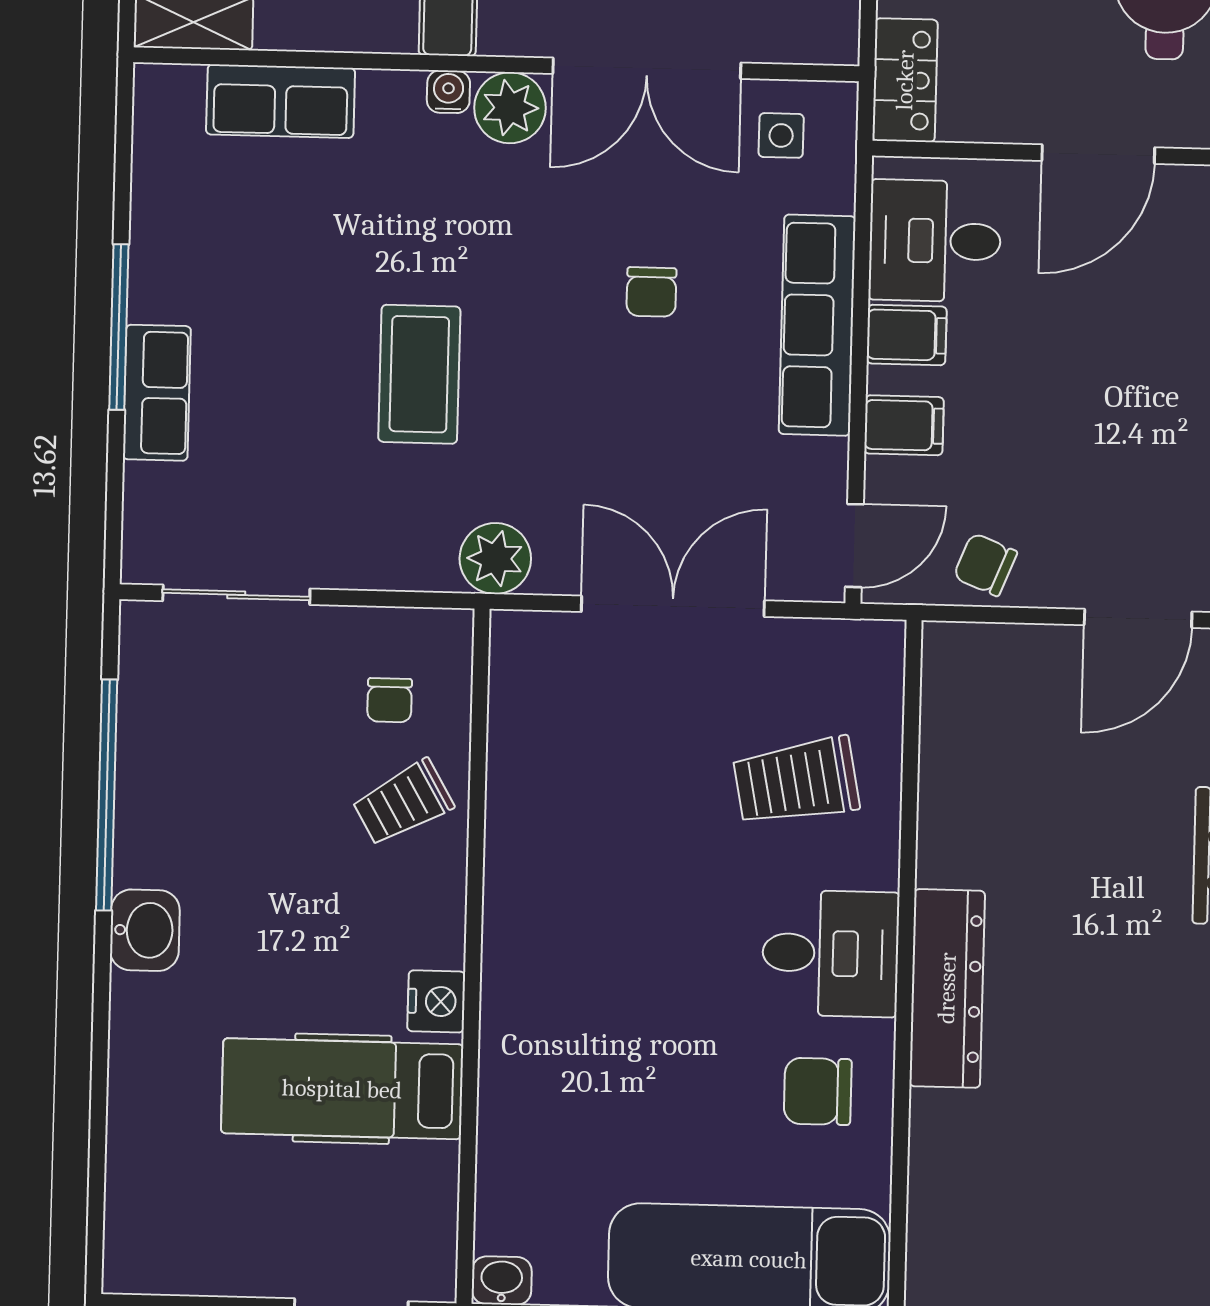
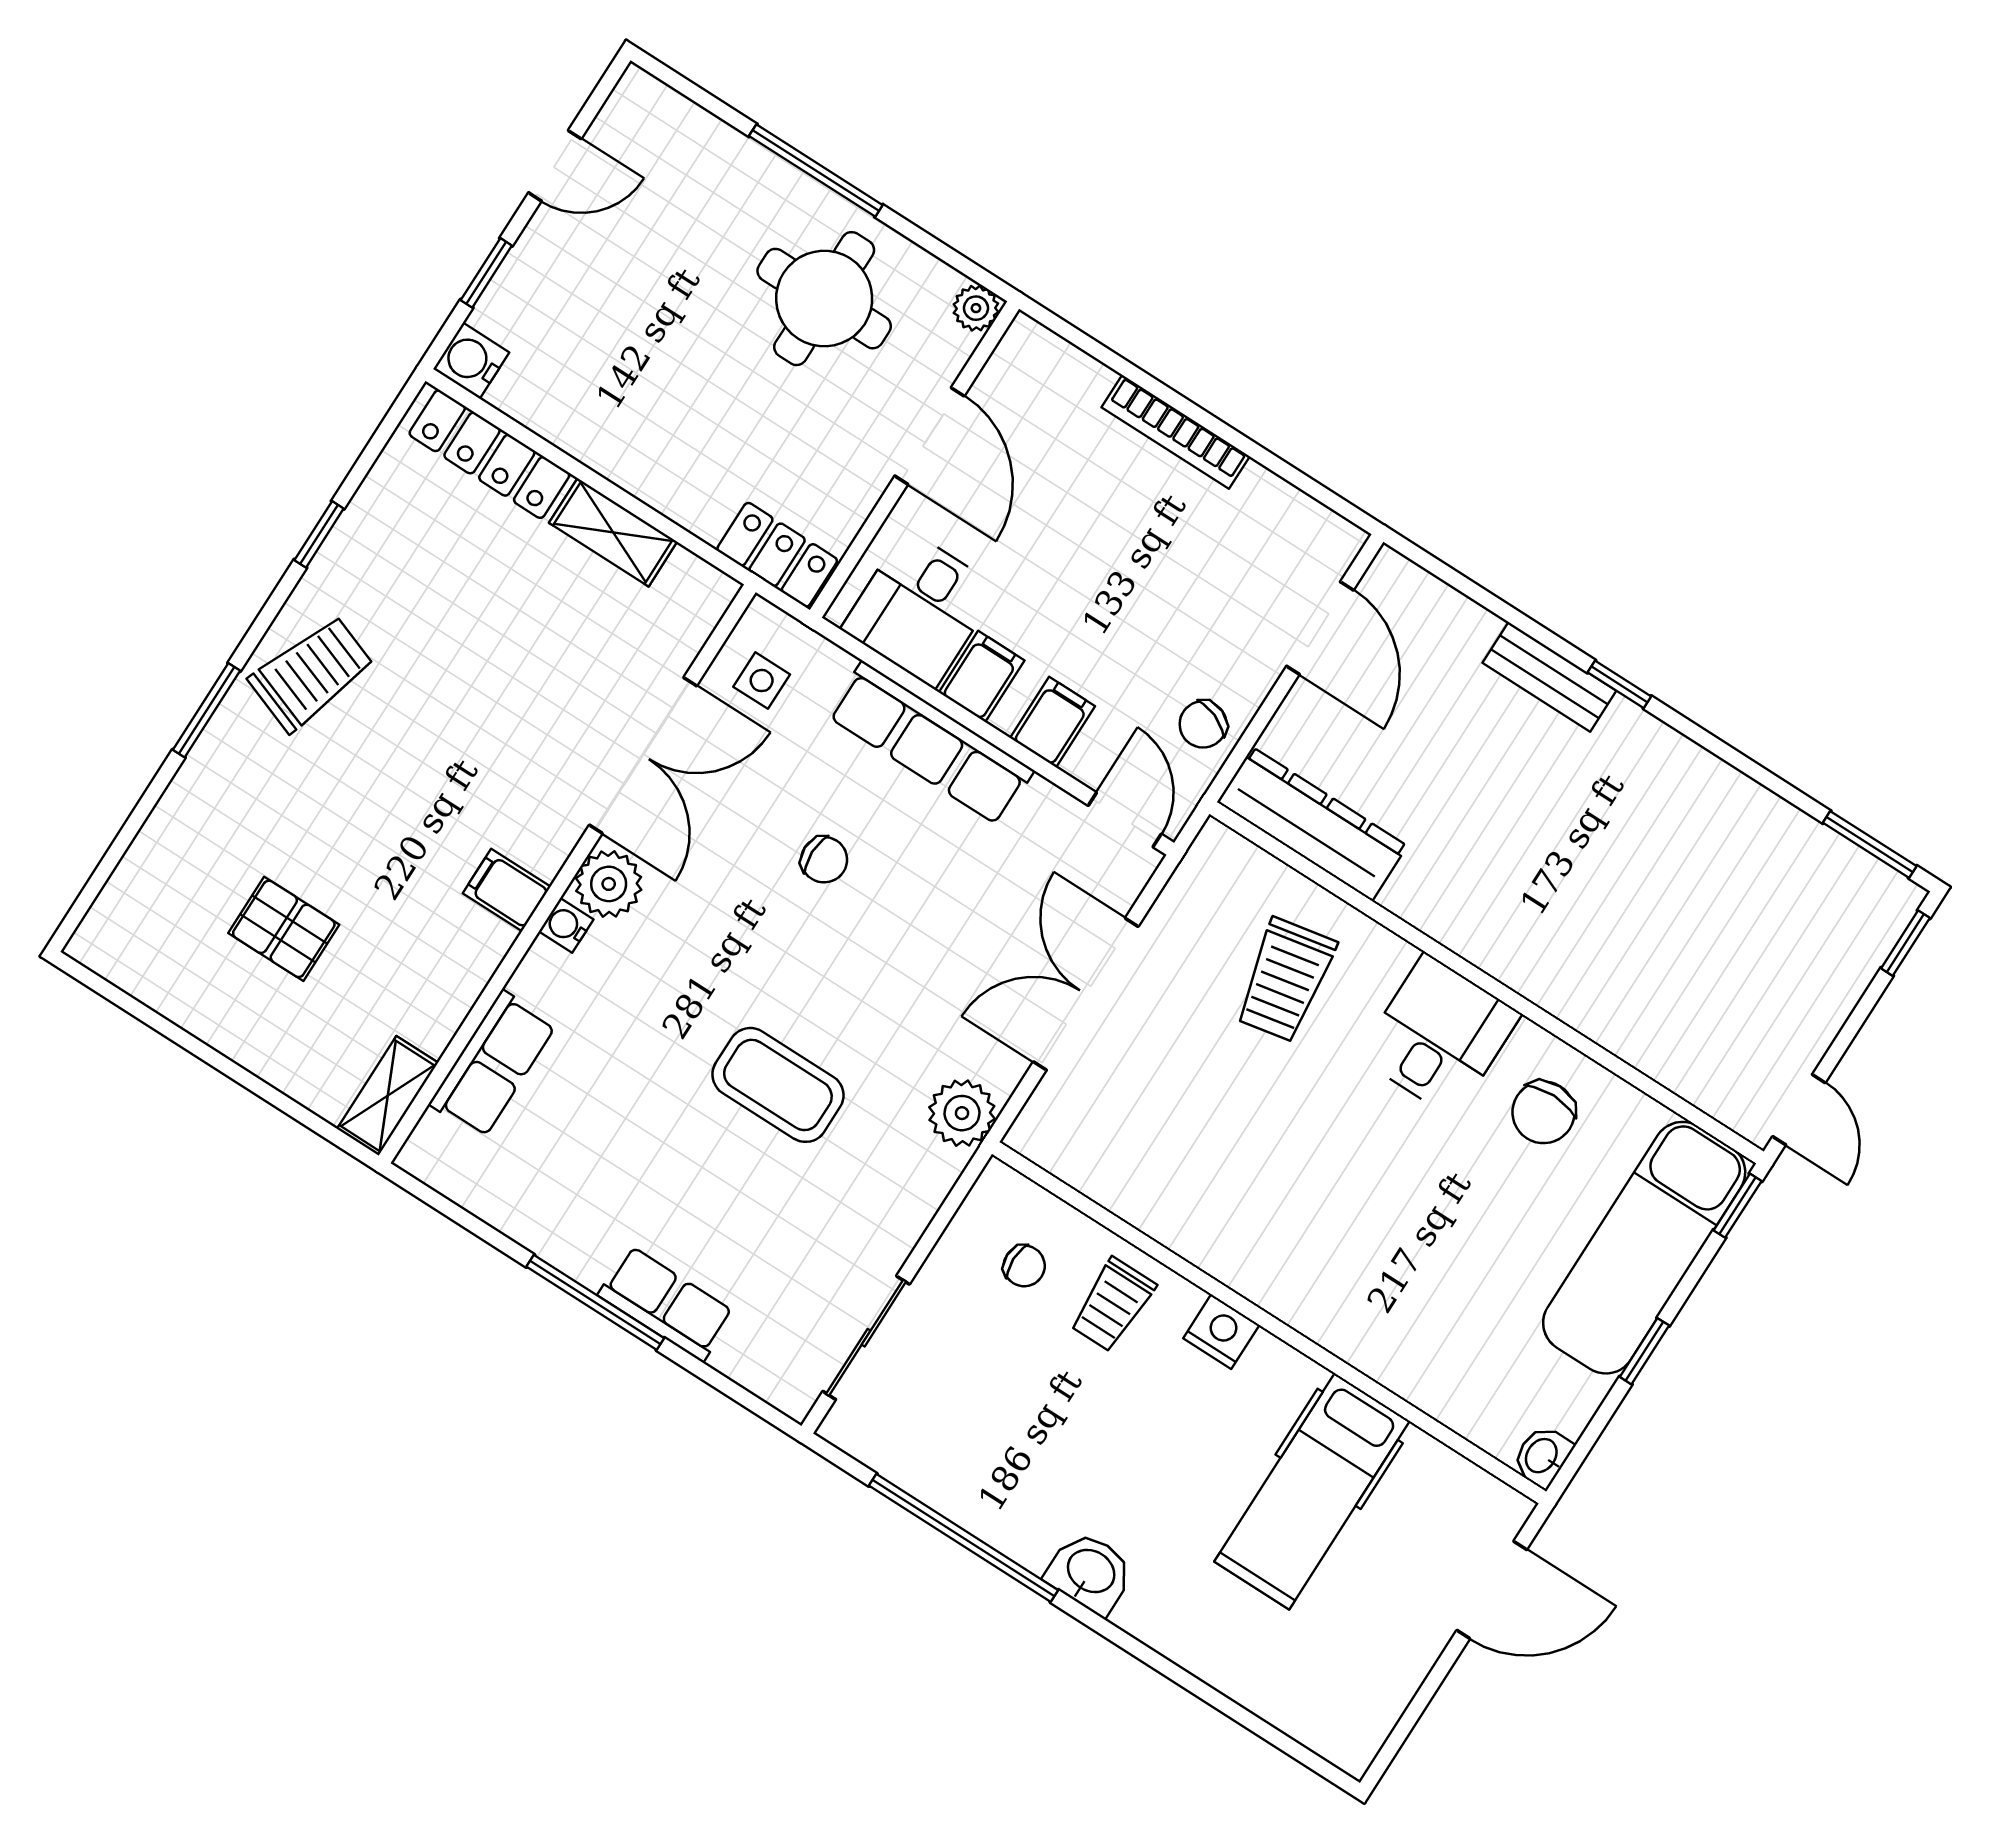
trolley: (403, 803) -> (1113, 1305), turned 30
dresser: (947, 988) -> (1312, 824), moved
nightstand: (436, 1001) -> (1221, 1332), moved

